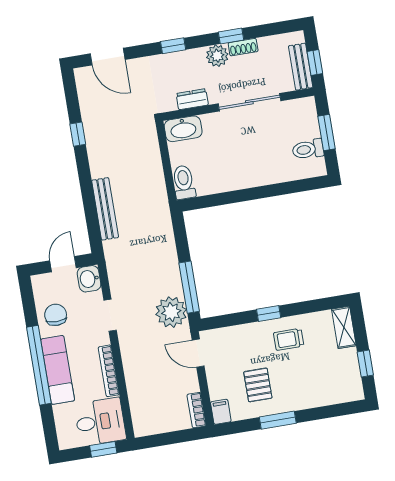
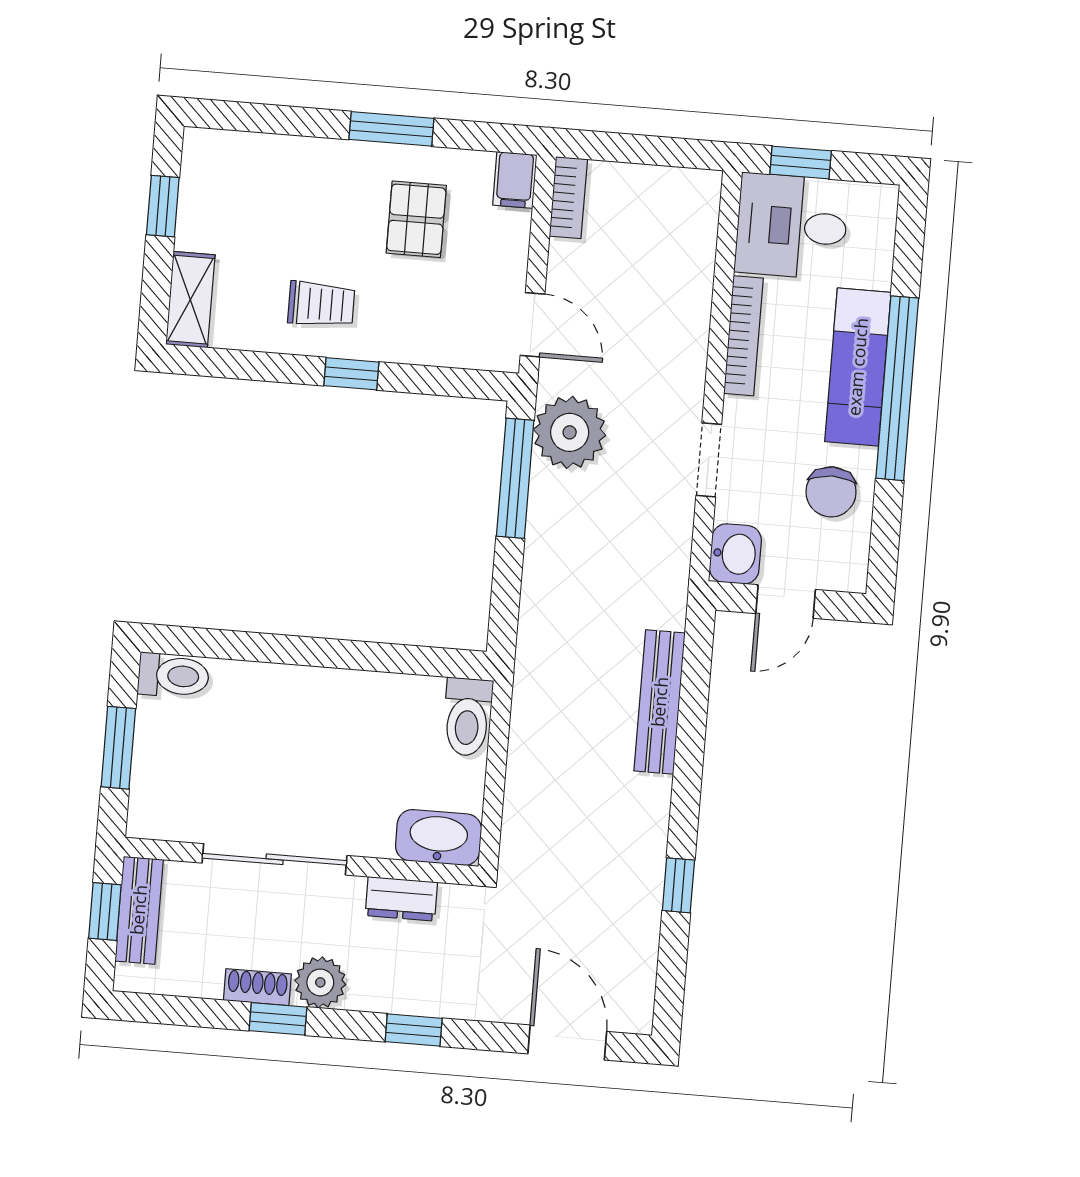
toilet: (308, 149) -> (173, 676), moved

